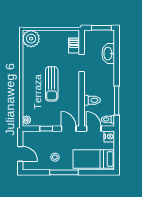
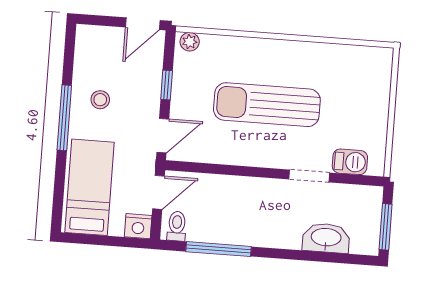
plant: (31, 39) -> (373, 66), removed
sun lounger: (52, 84) -> (267, 105), width x1.36, depth x1.34
toilet: (92, 100) -> (223, 193), removed
door: (20, 154) -> (143, 24), moved

